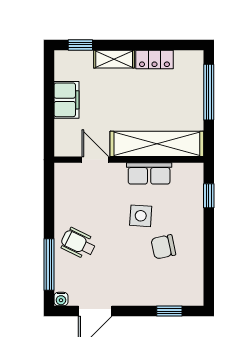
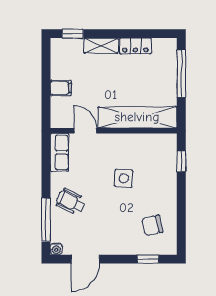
filing cabinet: (66, 100) -> (61, 88), width x0.50
row of seats: (149, 173) -> (59, 152), moved, turned -90
chair: (163, 247) -> (152, 225), moved

